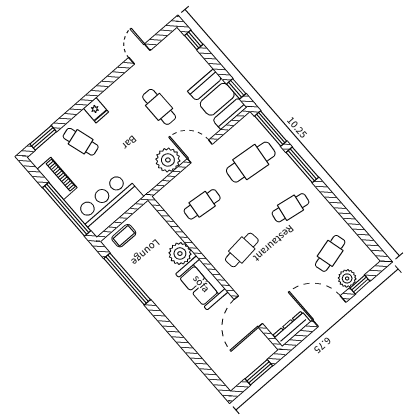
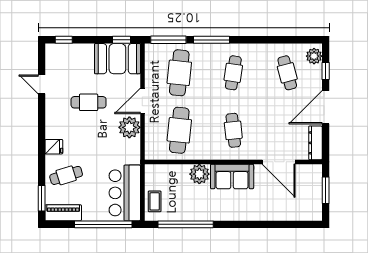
piano: (57, 178) -> (63, 213), moved
cafe table: (202, 204) -> (179, 130), width x1.37, depth x1.35
plant: (347, 278) -> (314, 56), moved

